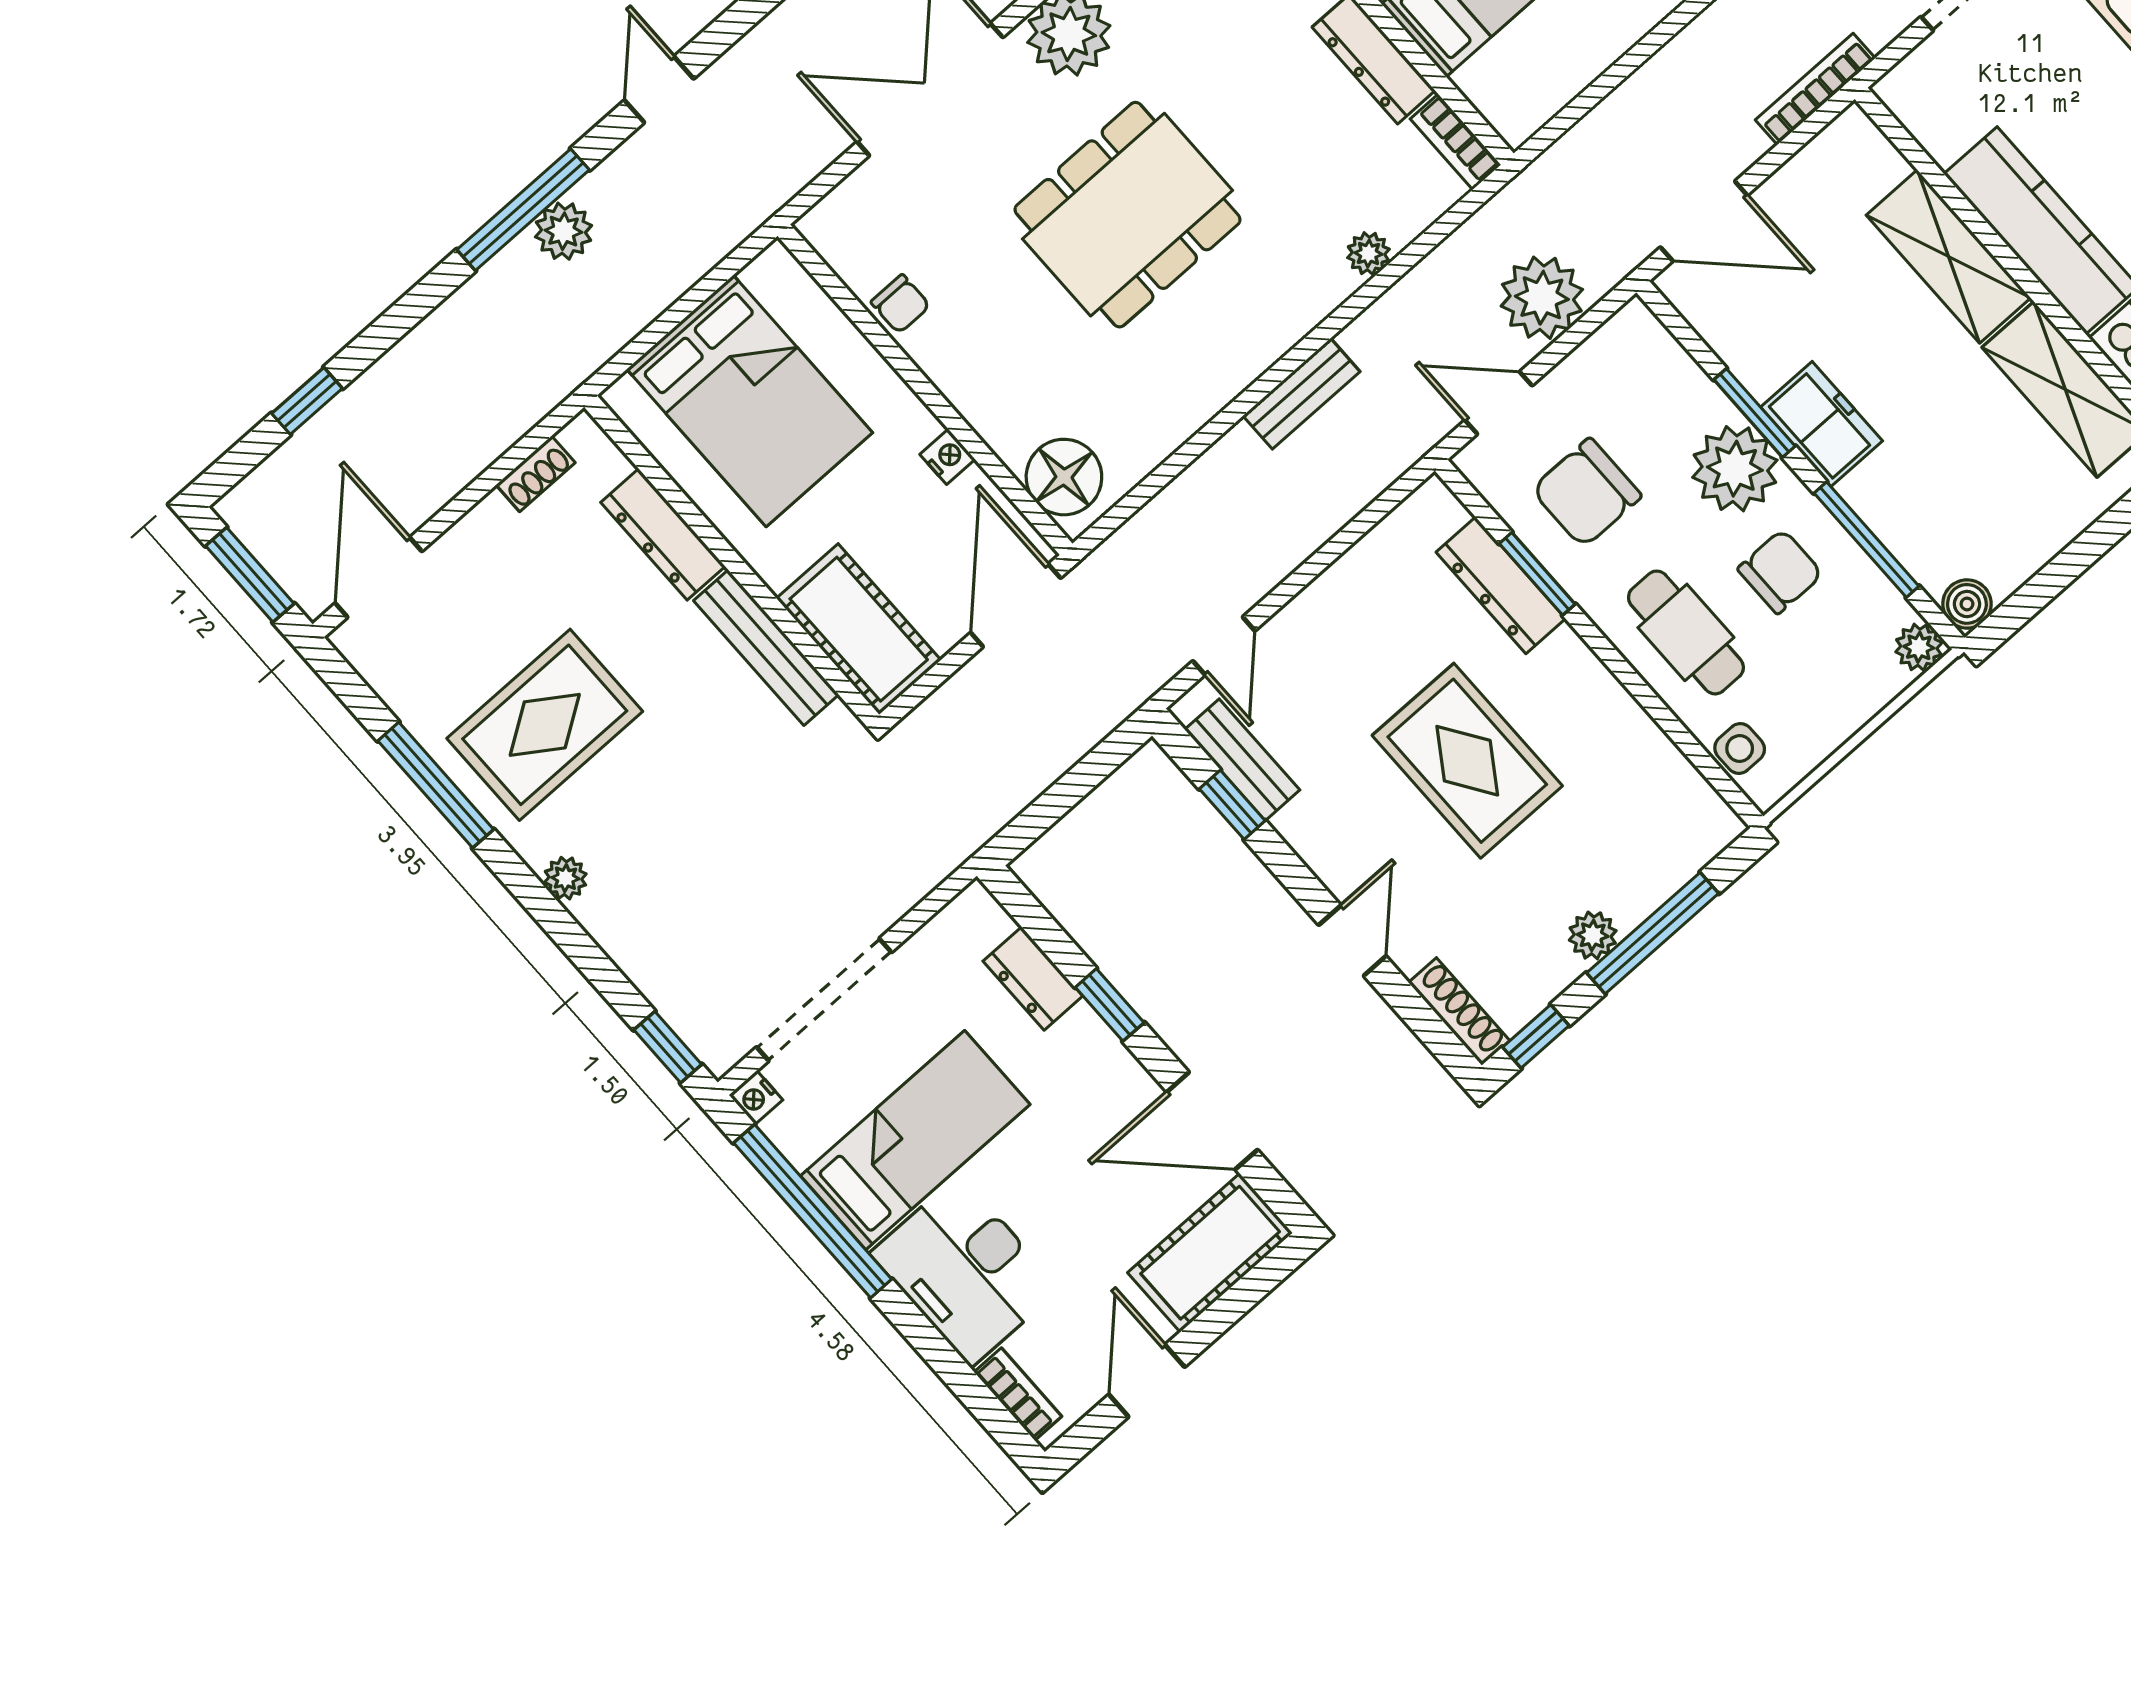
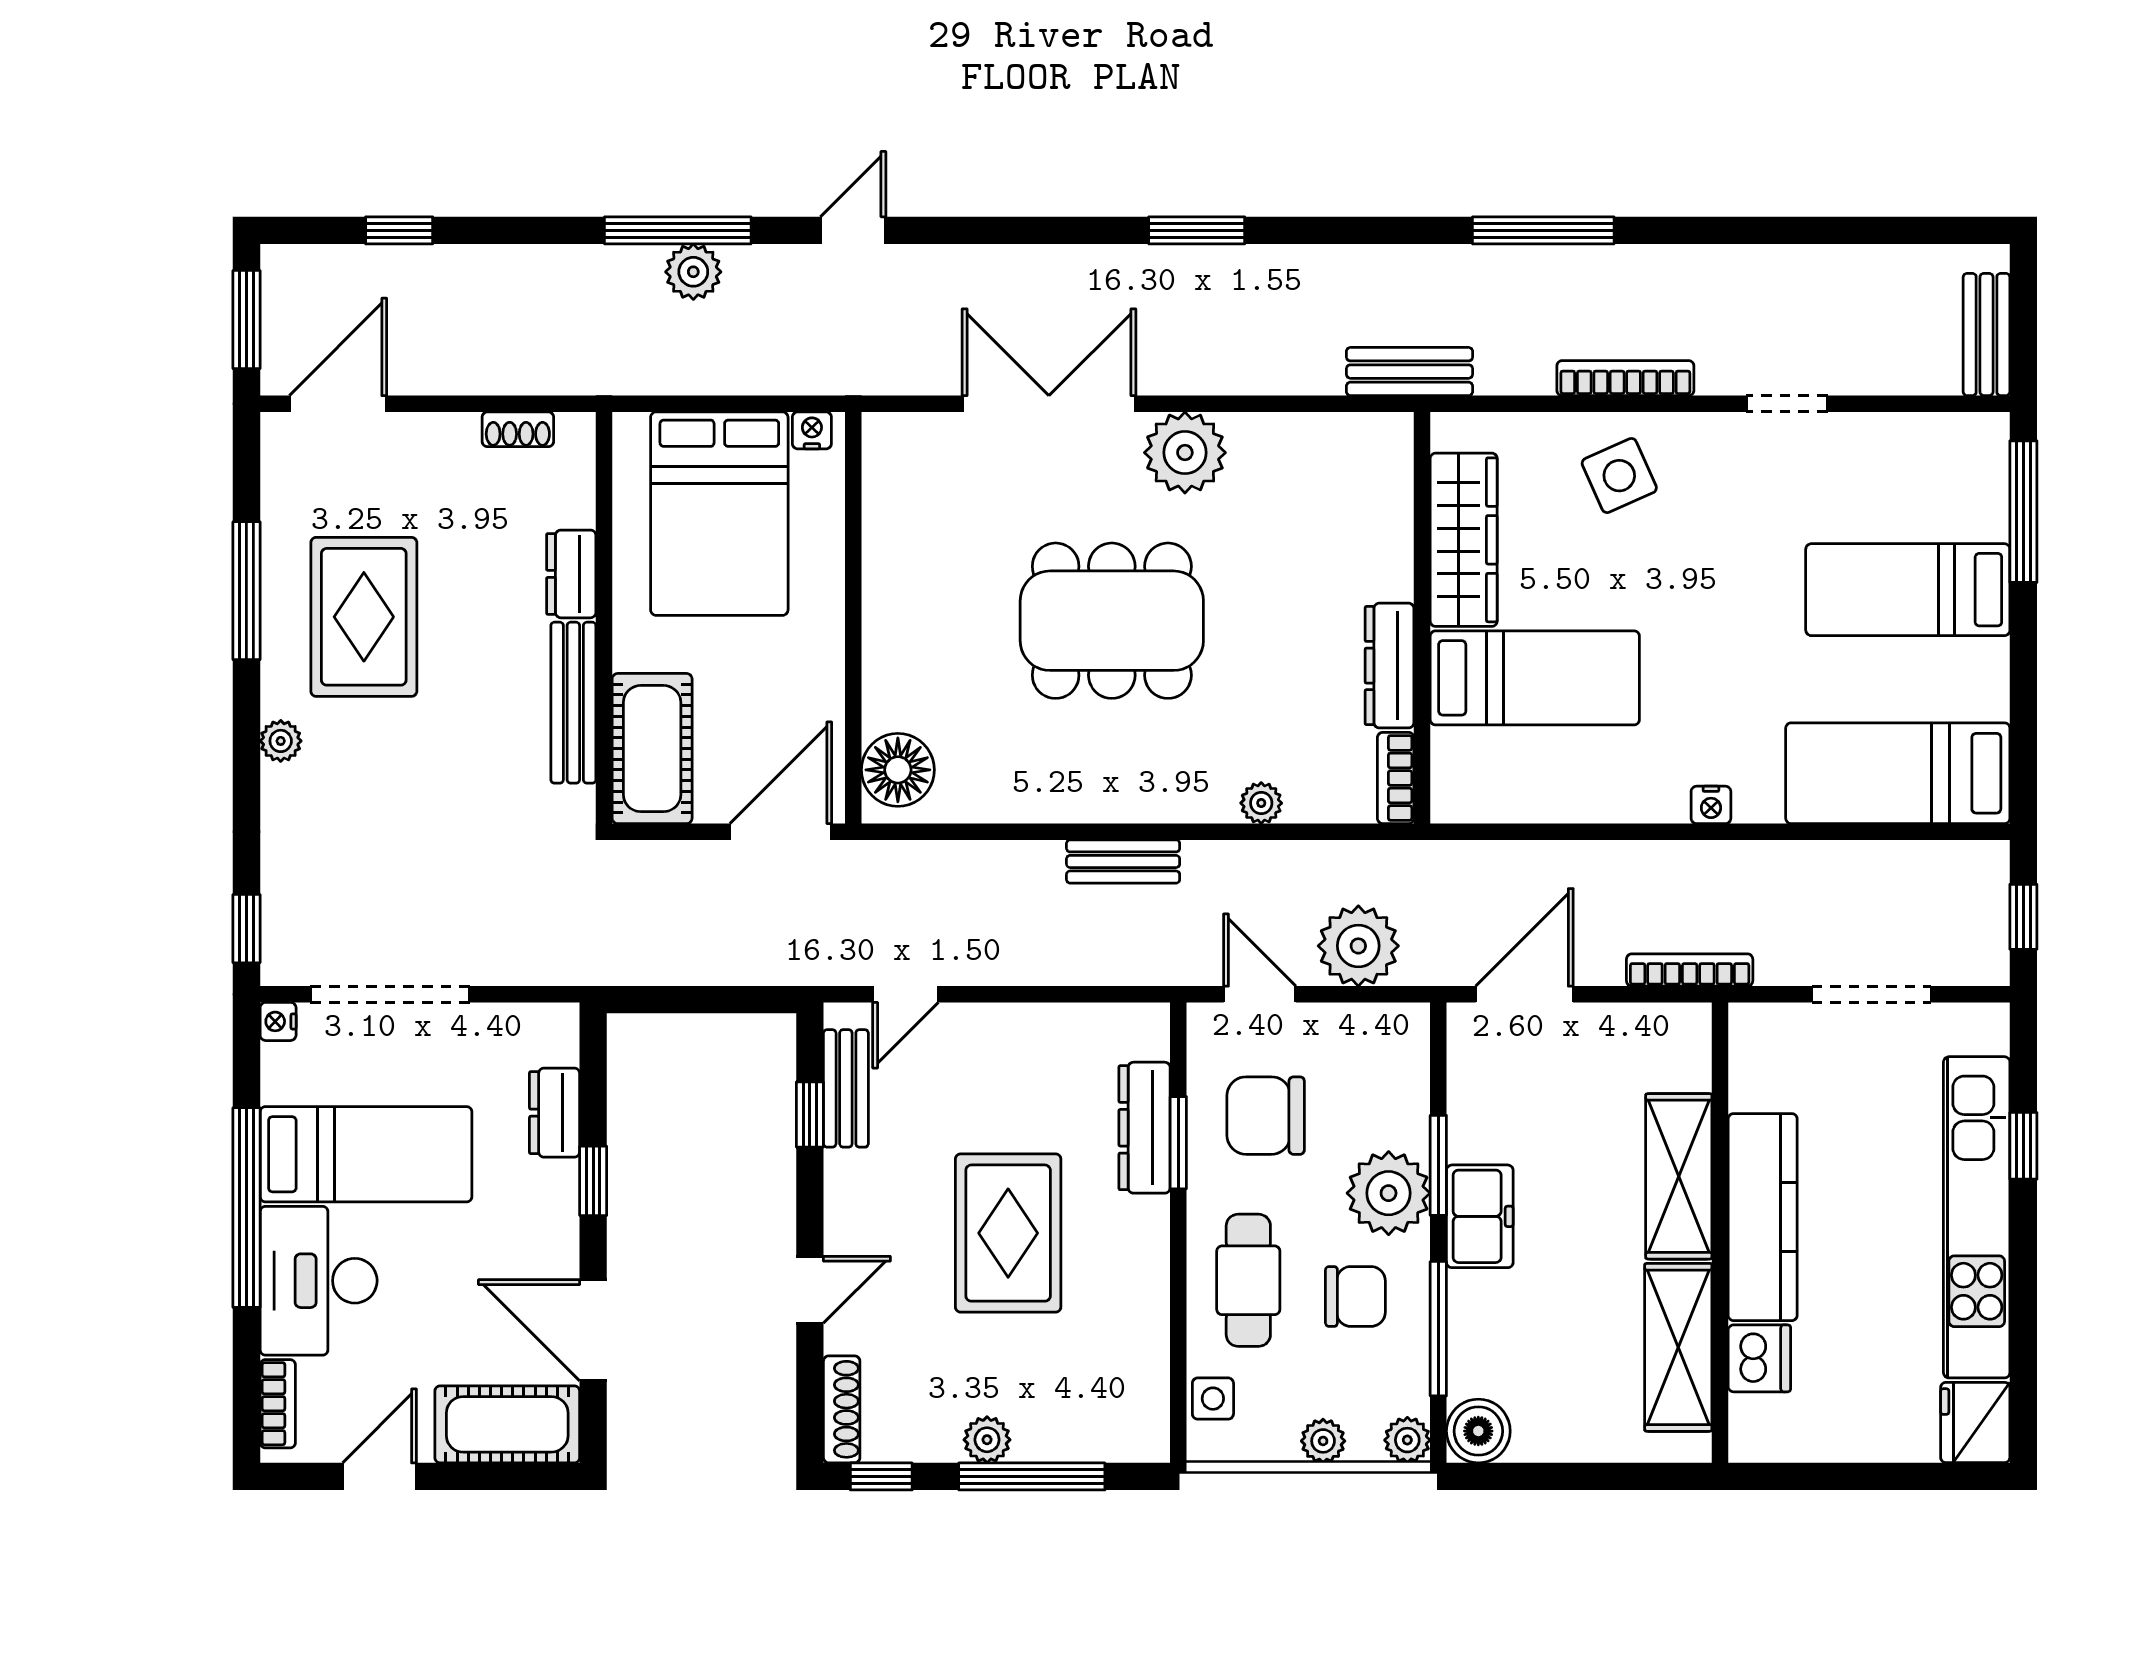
door: (1704, 221) -> (1524, 994), swing flipped
chair: (900, 304) -> (890, 540), removed
nightstand: (947, 457) -> (812, 430), moved, turned -90
dresser: (663, 534) -> (571, 574), width x0.70
boiler: (1967, 604) -> (1478, 1431), width x1.36, depth x1.36
plant: (1854, 706) -> (1323, 1441), added
rug: (545, 725) -> (364, 617), turned 90
window: (813, 1211) -> (246, 1208), moved

